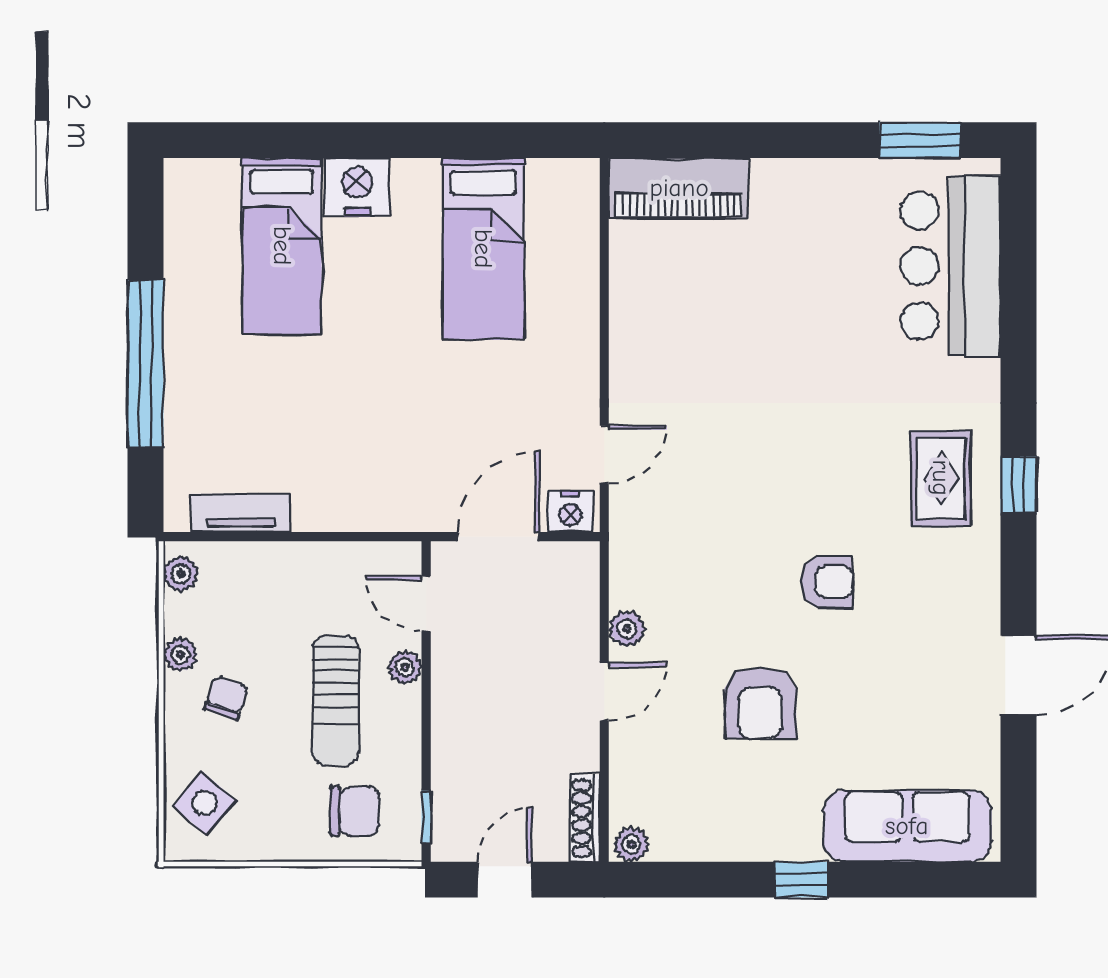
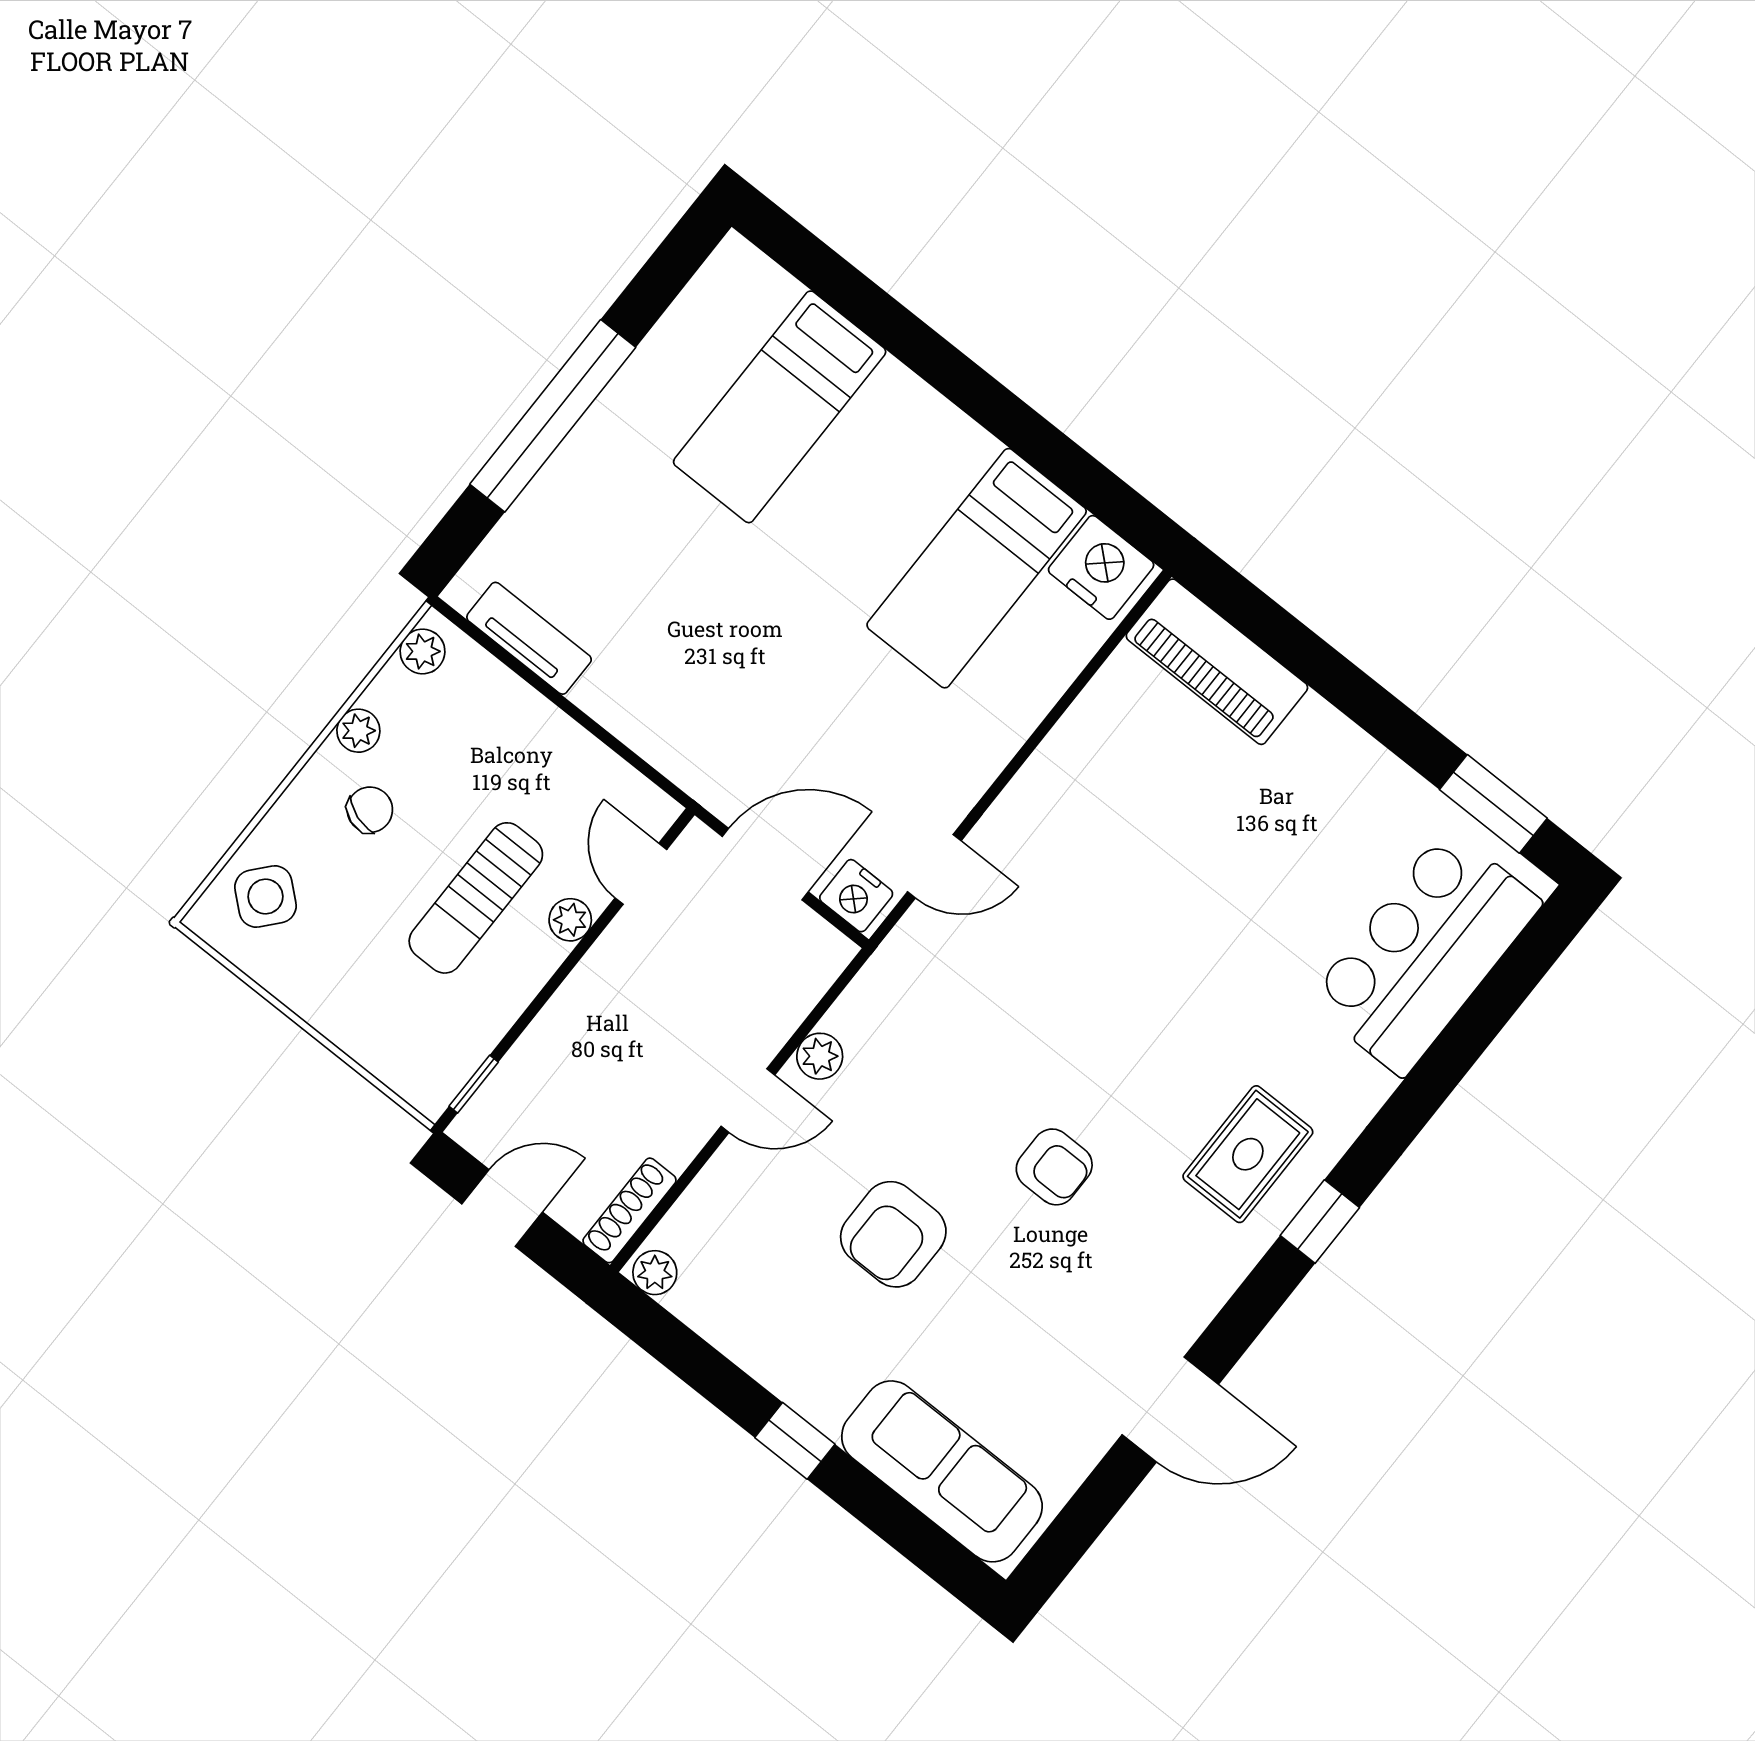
nightstand: (357, 187) -> (1101, 567), moved
chair: (355, 811) -> (407, 1022), removed

